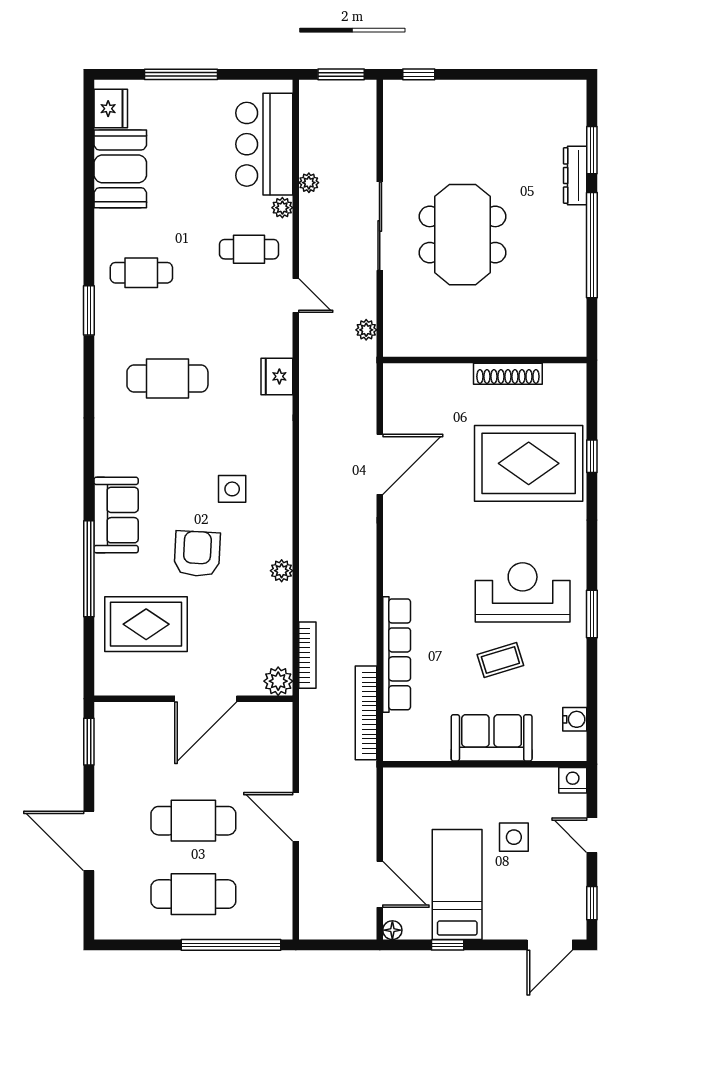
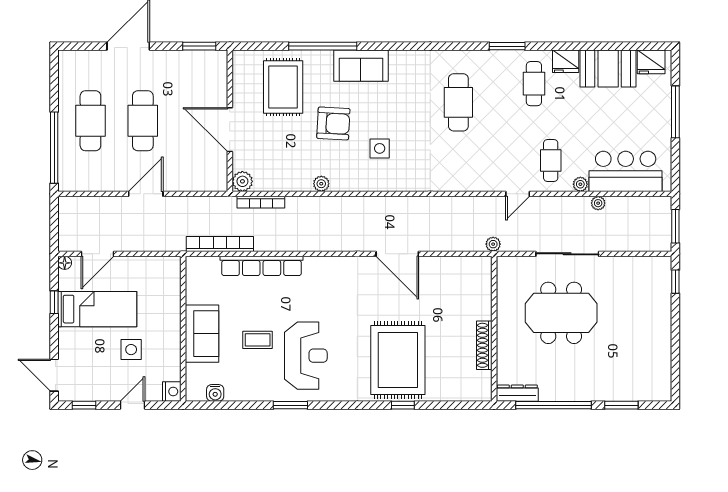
dresser: (575, 176) -> (517, 393), moved
wall: (485, 360) -> (494, 329), moved
shoe rack: (508, 374) -> (484, 345), moved
fridge: (277, 376) -> (566, 61), moved, turned 180
coffee table: (500, 660) -> (258, 340), turned -73

